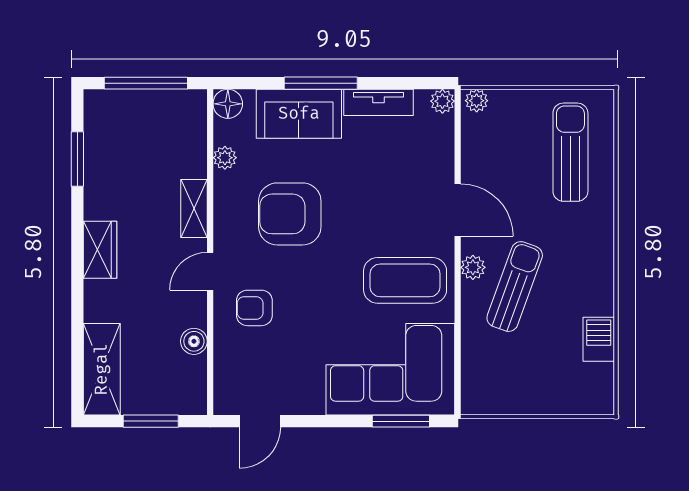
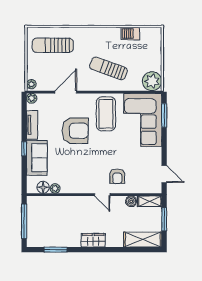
window: (321, 83) -> (24, 149), width x0.46
floor lamp: (228, 104) -> (43, 187), moved
shelving: (194, 208) -> (150, 201), moved
door: (458, 210) -> (66, 92), moved
armchair: (290, 214) -> (75, 131), moved, turned -90
plant: (473, 267) -> (152, 81), moved, width x1.87, depth x1.87

